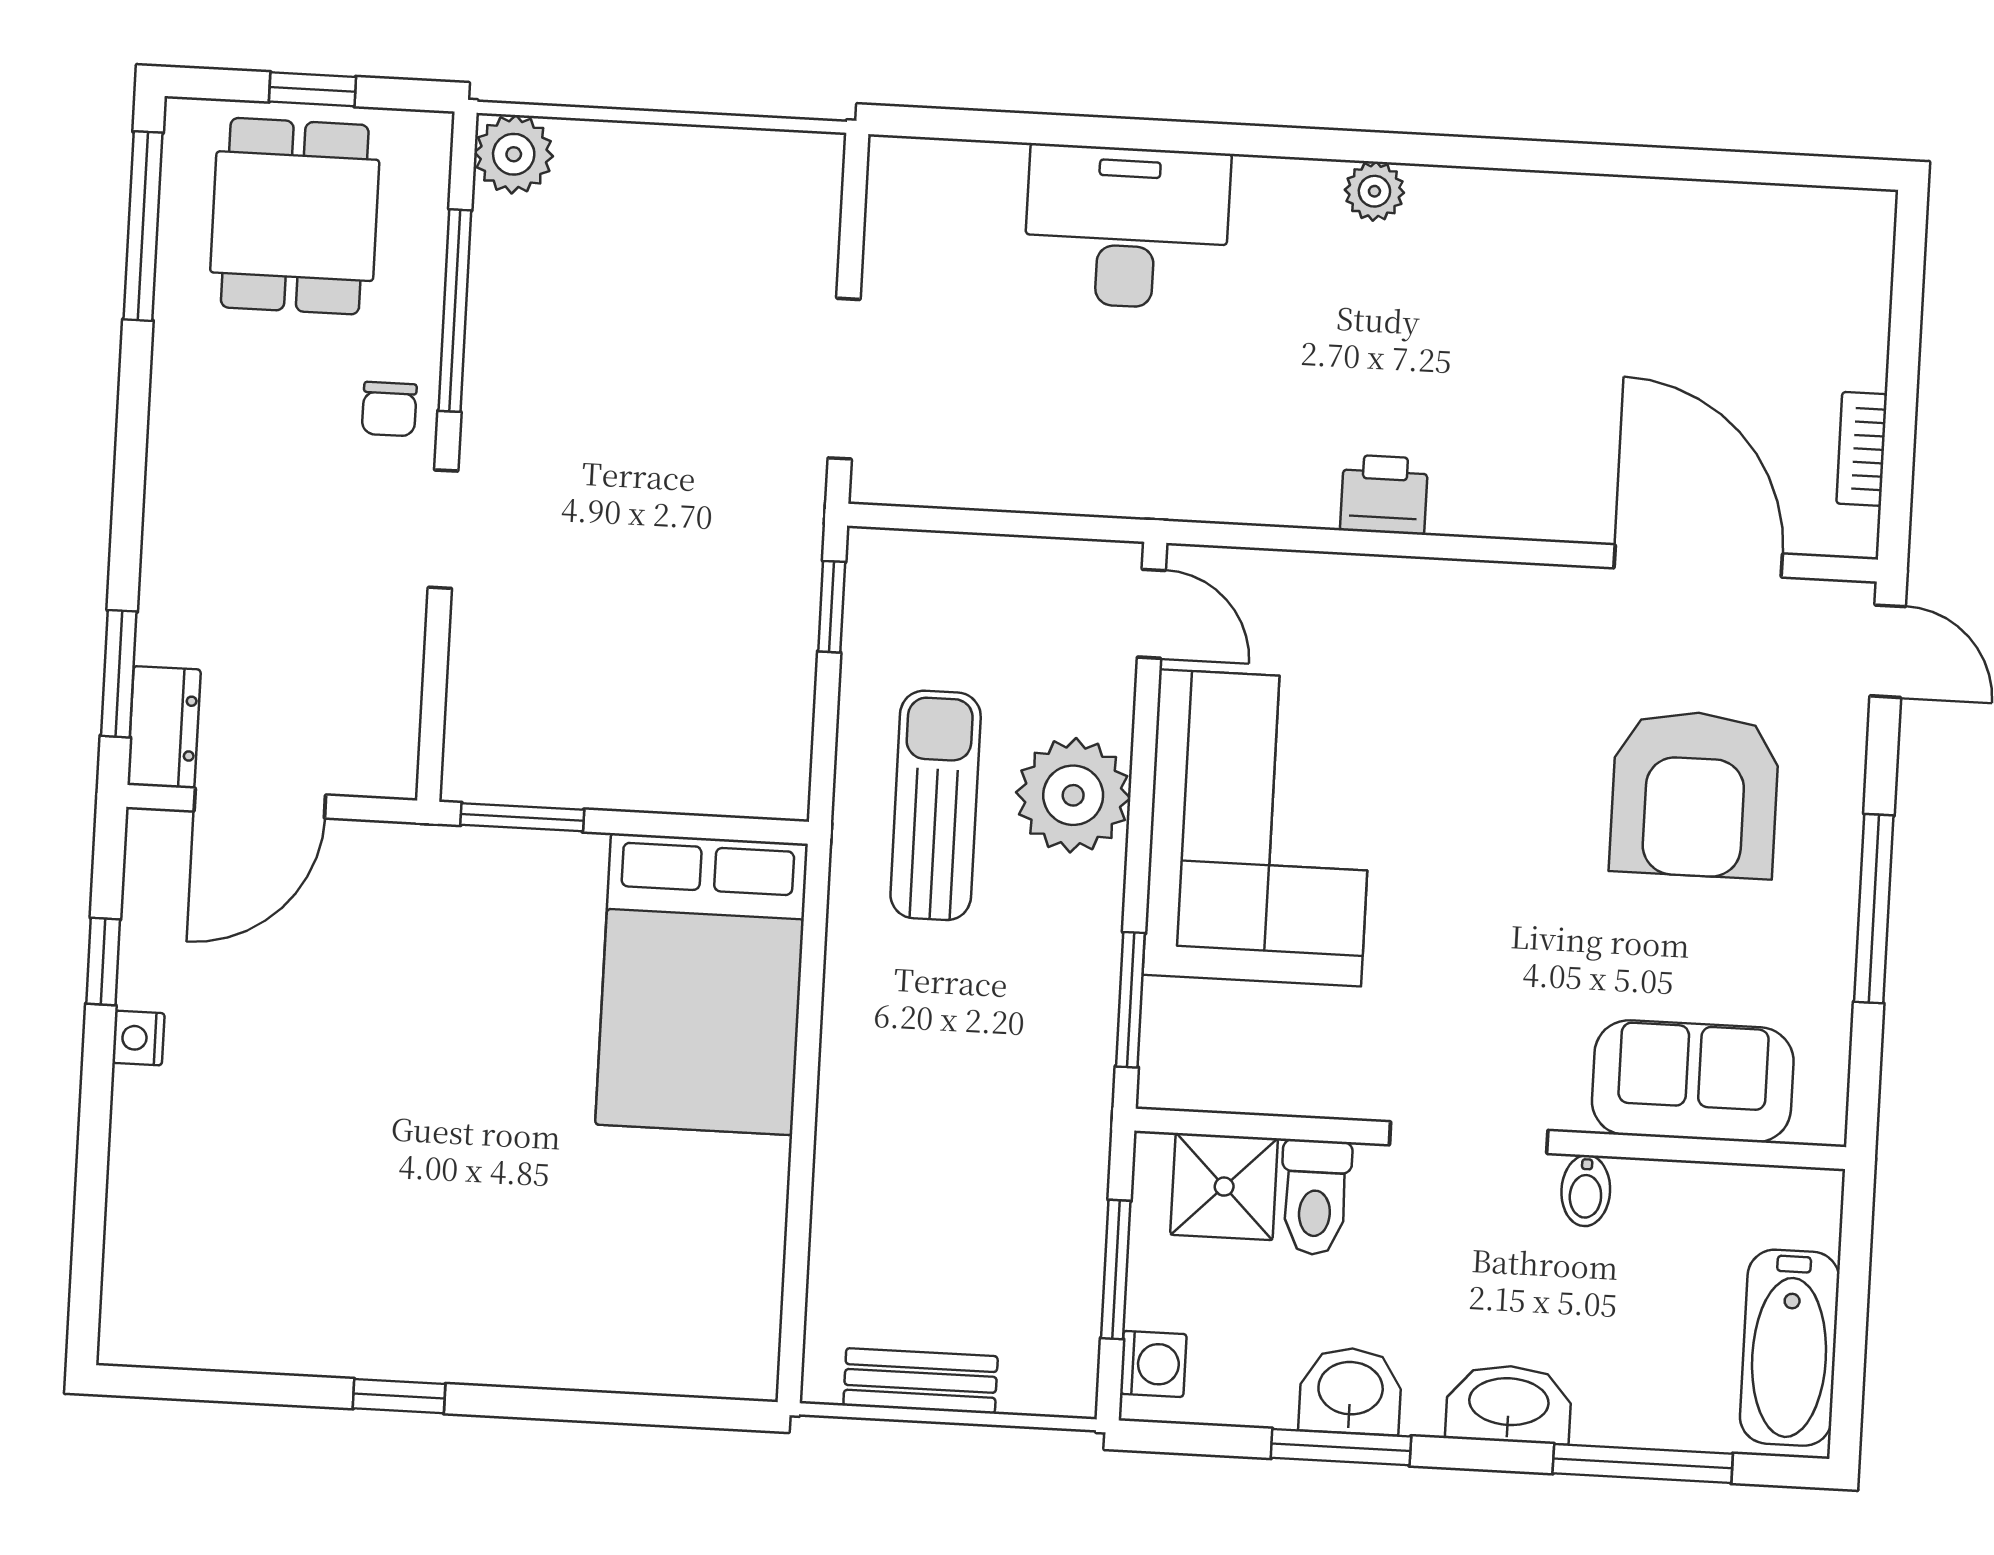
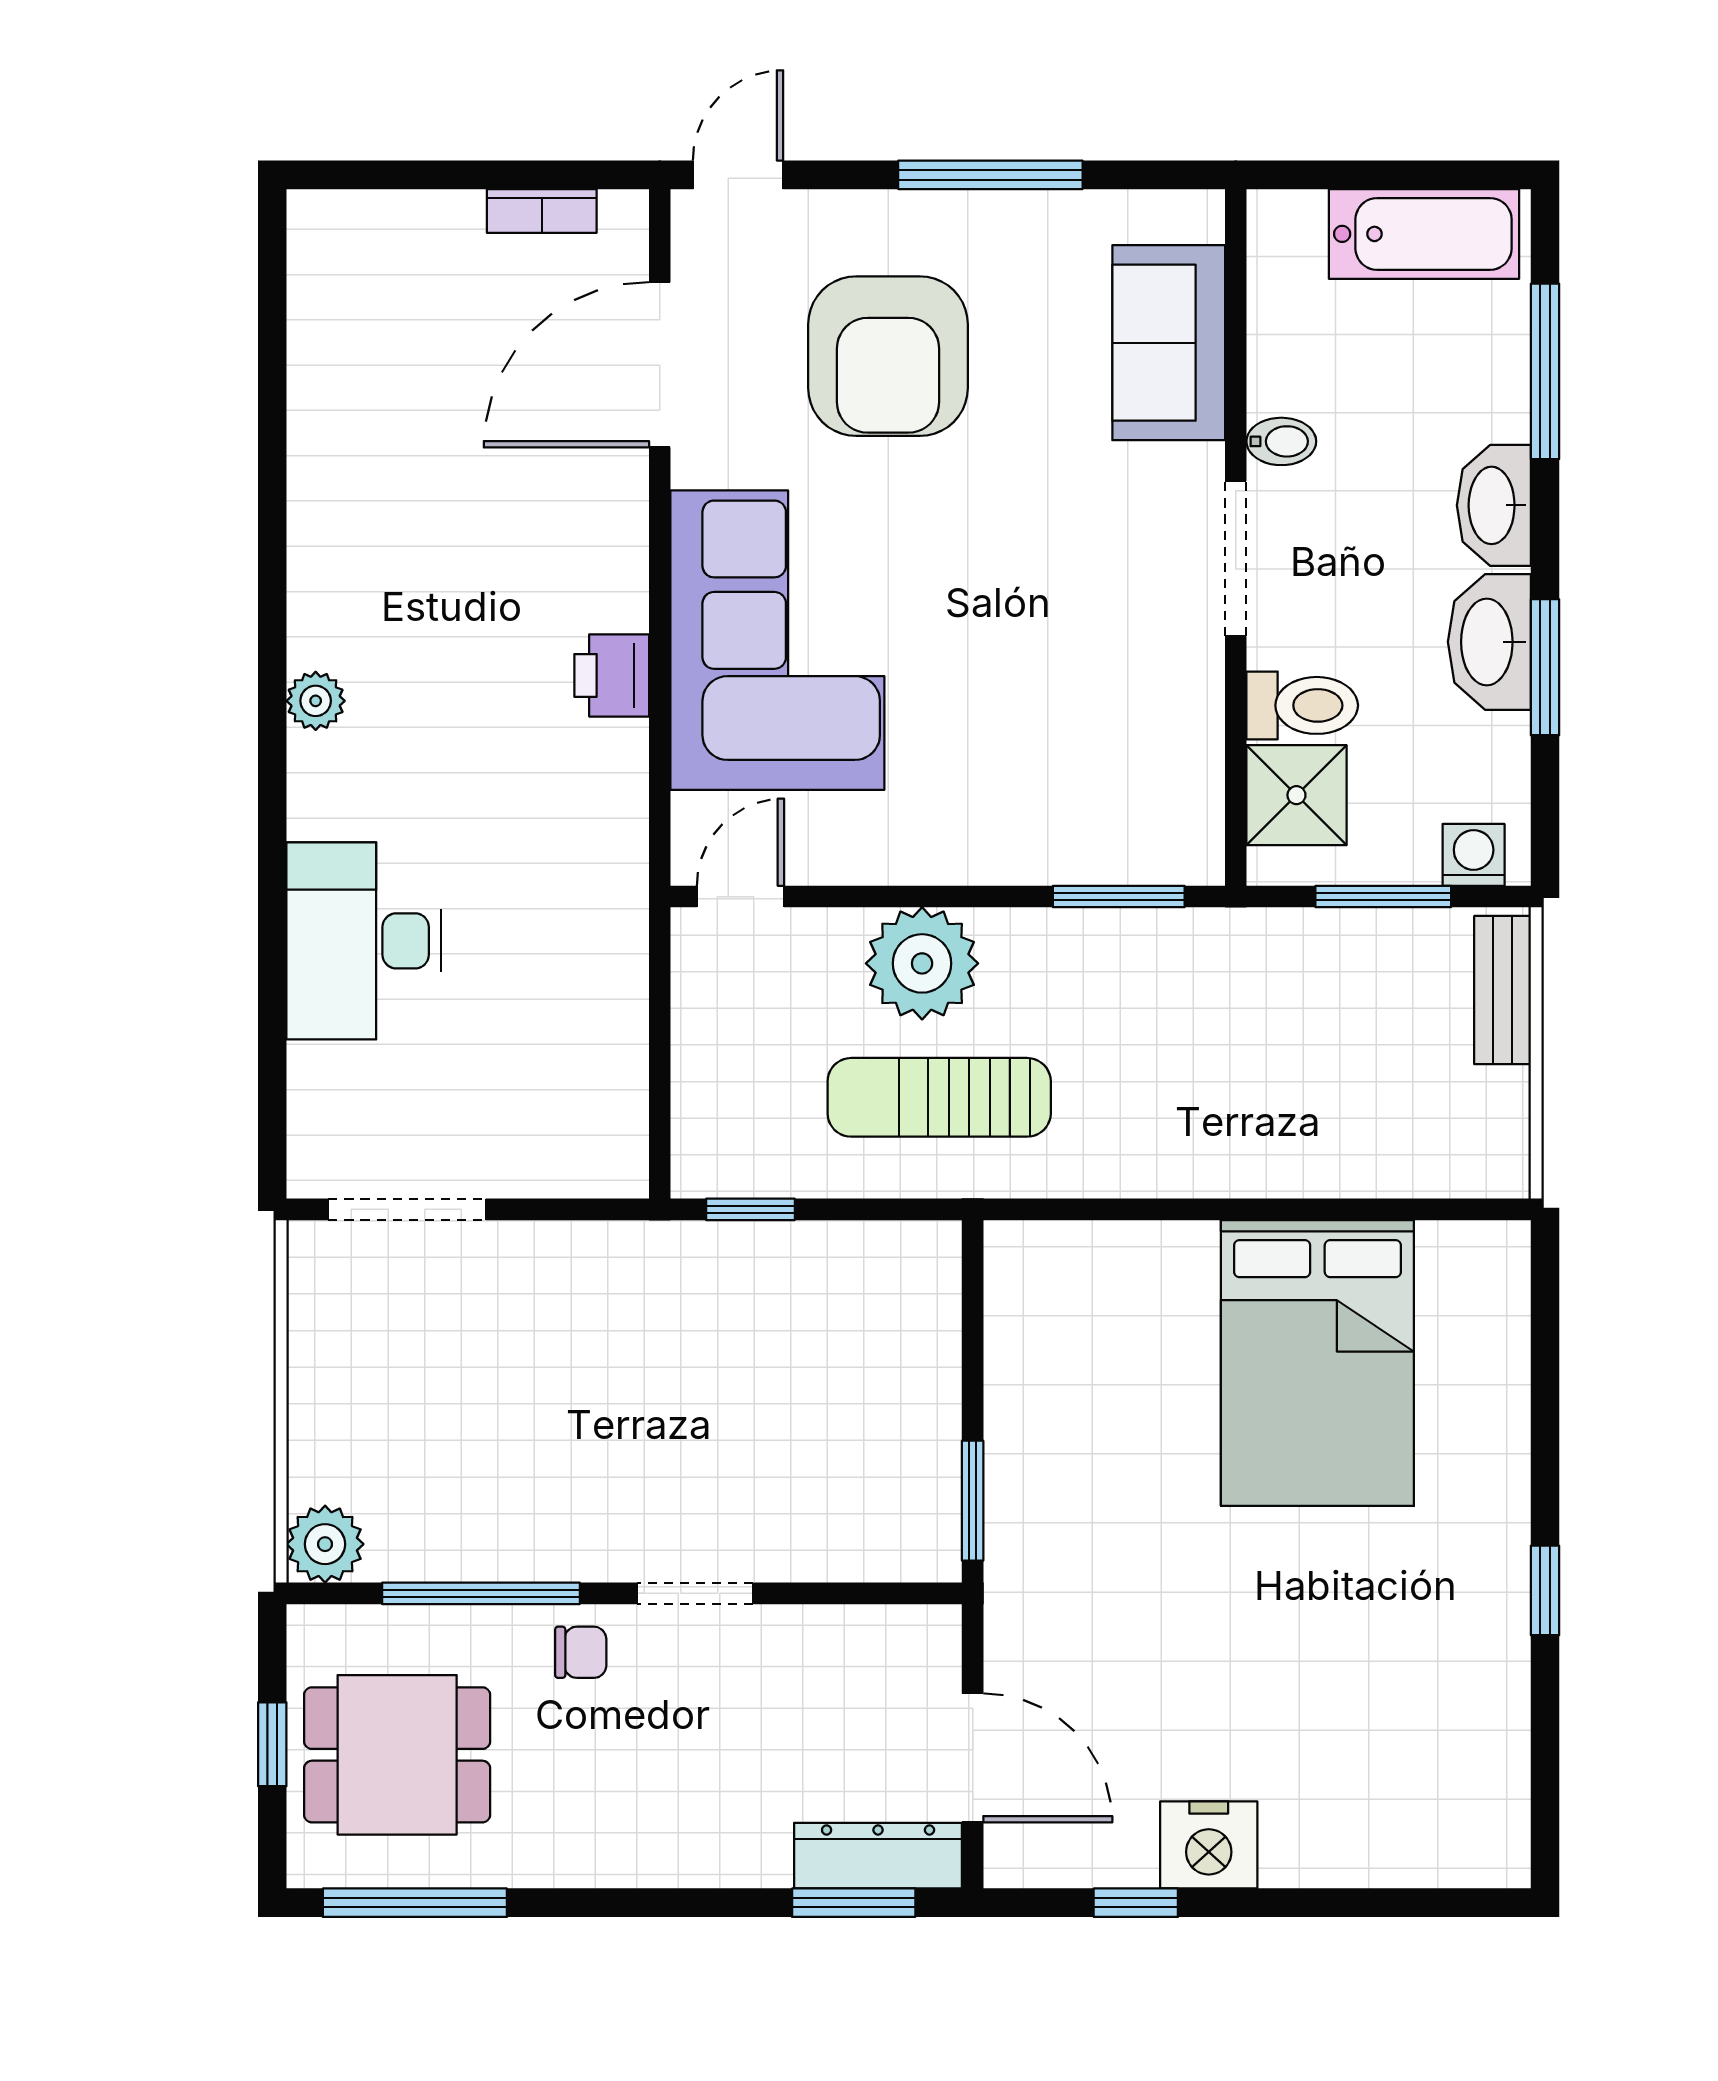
doorway: (844, 379) -> (407, 1209), moved
dresser: (164, 727) -> (878, 1856), width x1.44
armchair: (1695, 794) -> (888, 356), turned 90
corner sofa: (1260, 828) -> (777, 640), moved, turned 90
bed: (702, 984) -> (1317, 1363), moved, turned 90
nightstand: (138, 1038) -> (1209, 1845), width x1.89, depth x1.79
bench: (921, 1381) -> (1502, 990), moved
washbasin: (1350, 1391) -> (1489, 642), width x1.38

